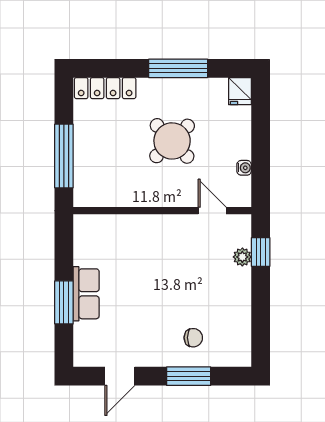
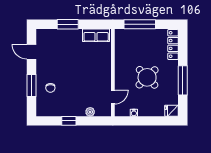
window: (261, 252) -> (69, 121), moved
row of seats: (86, 294) -> (96, 35), moved

